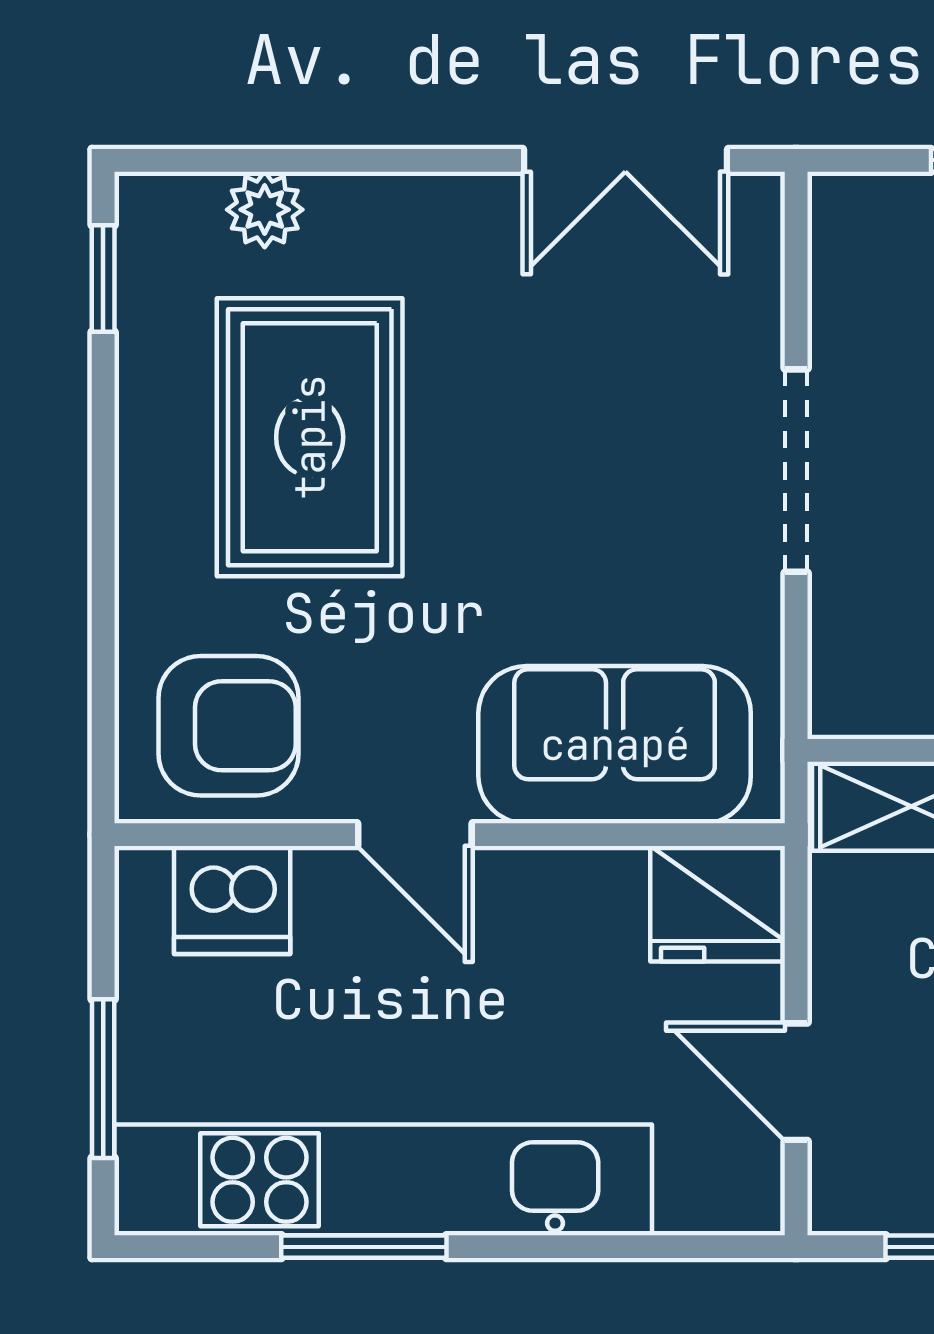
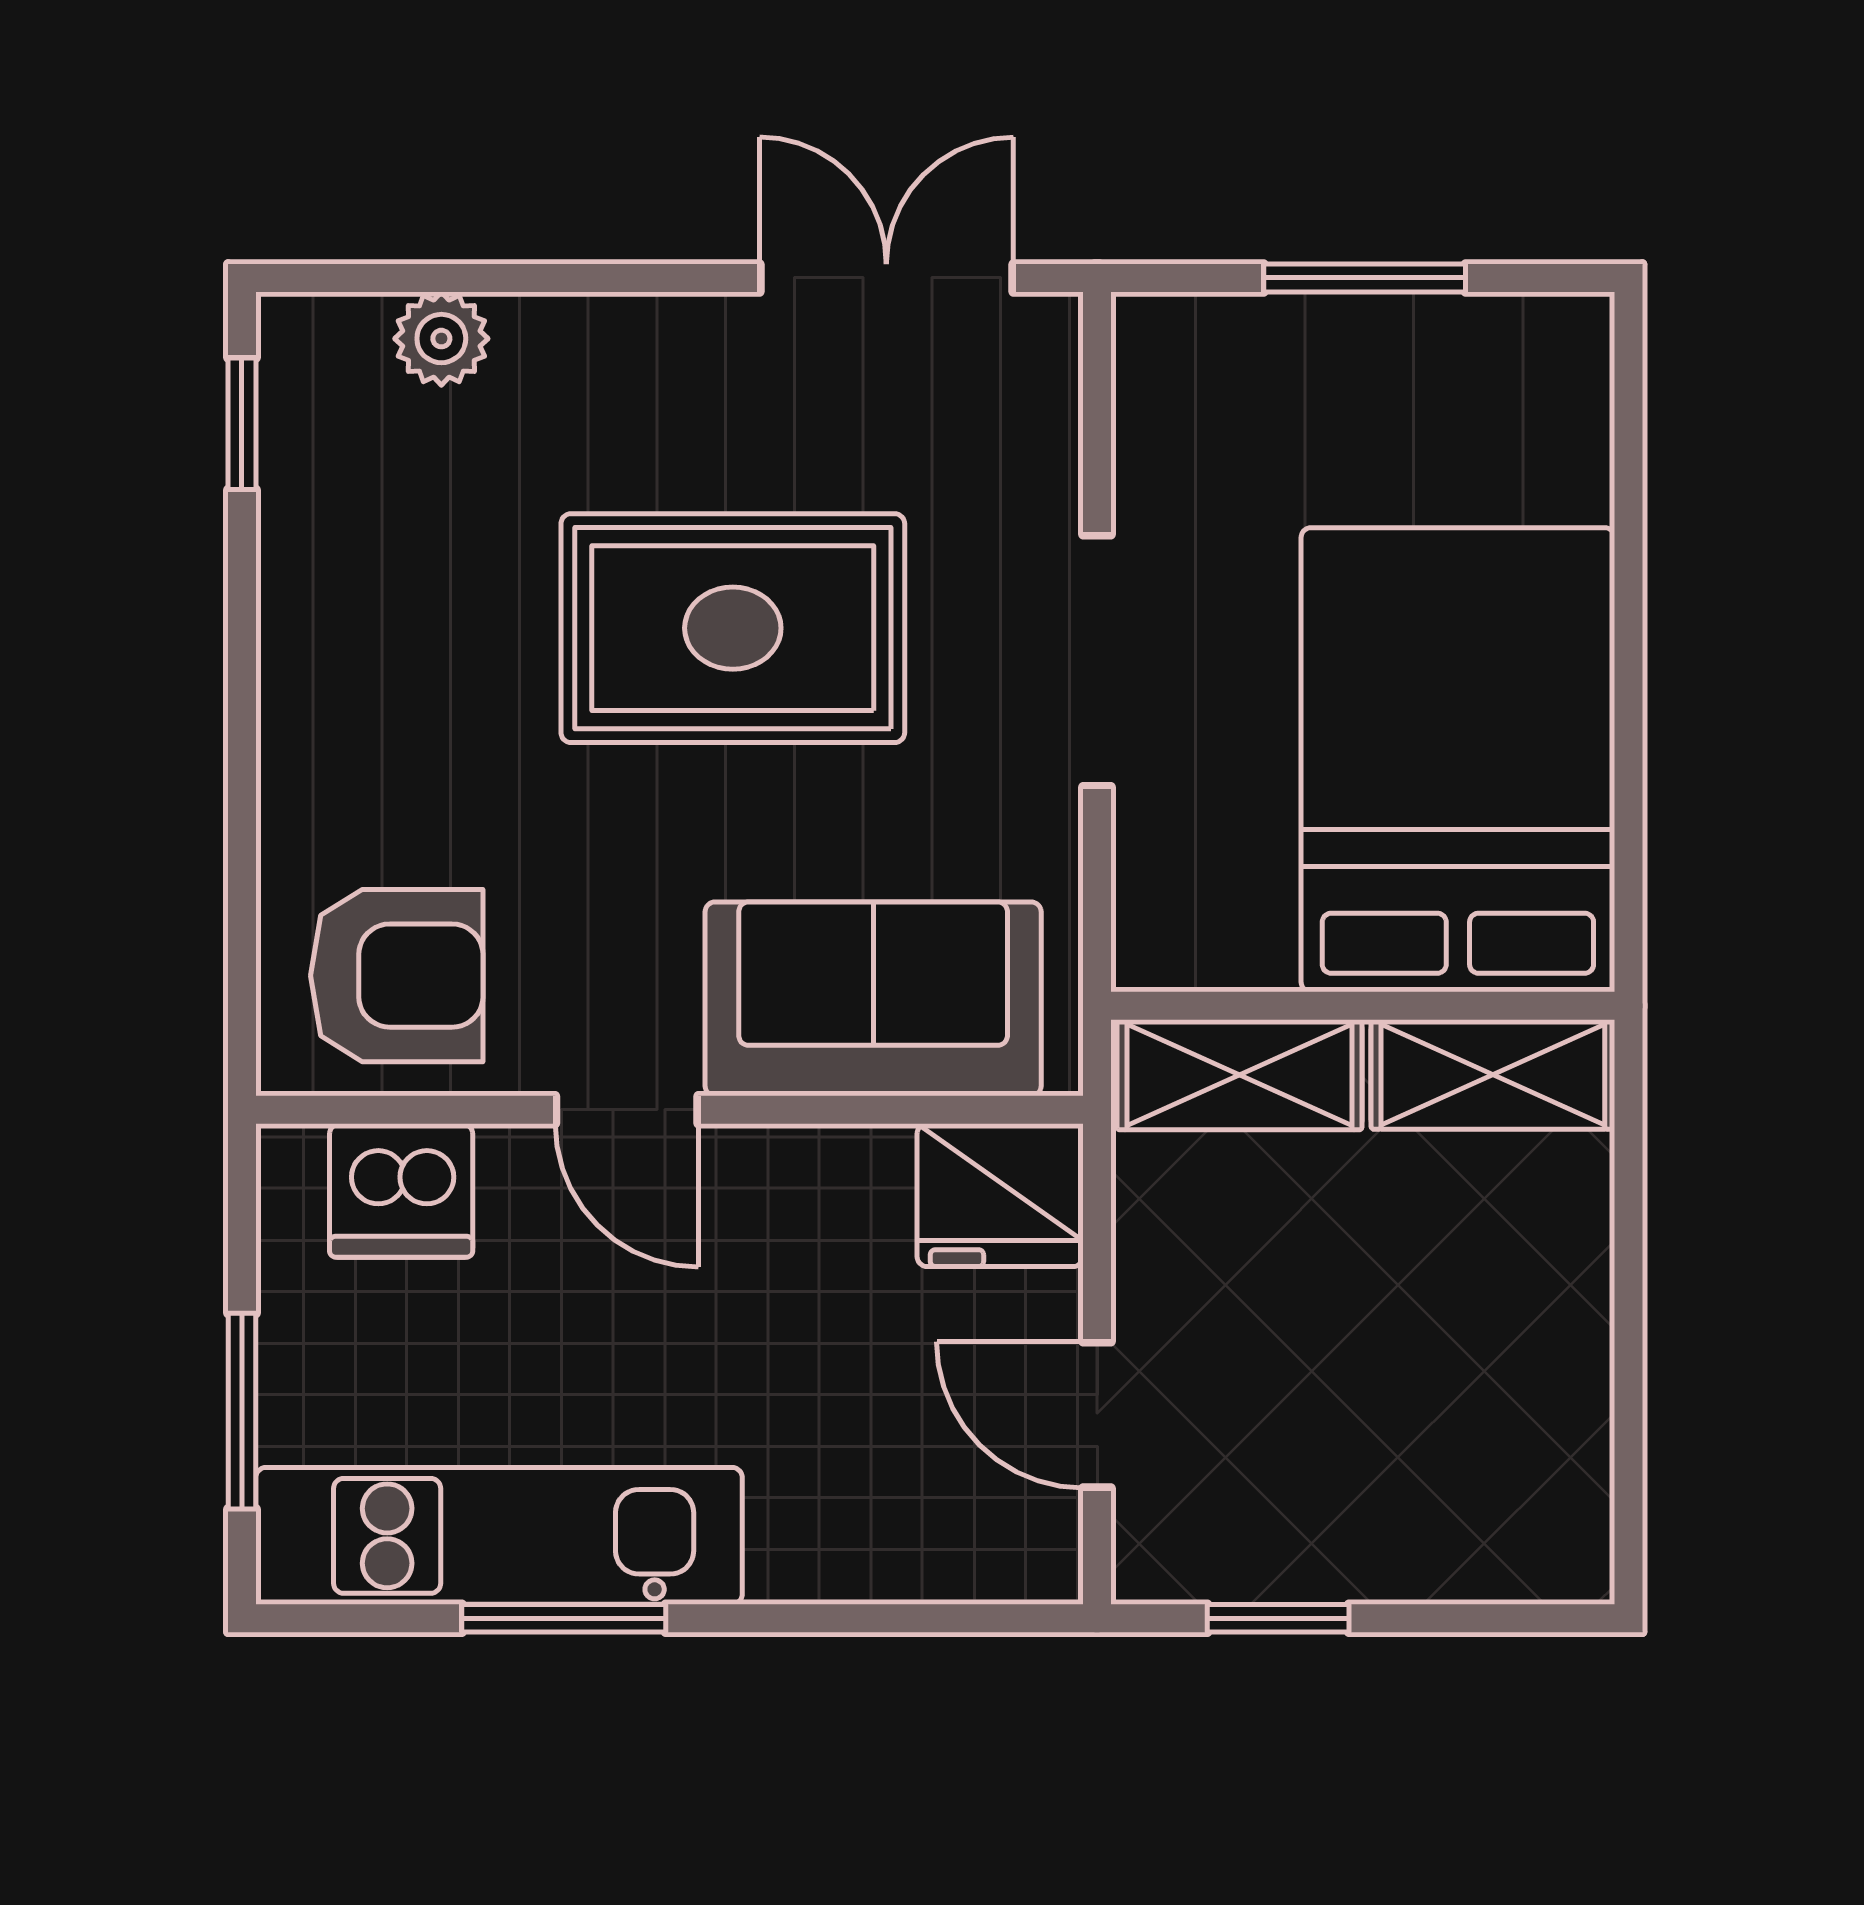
double door: (625, 160) -> (886, 278), swing flipped
rug: (310, 437) -> (733, 628), moved, turned 90
kitchen unit: (383, 1180) -> (499, 1536), width x0.73

